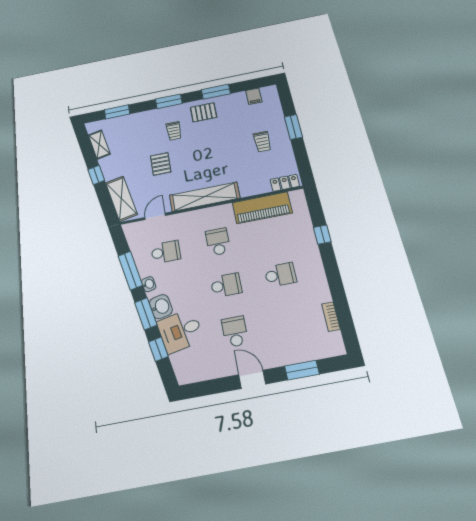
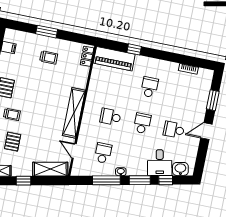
pallet: (161, 164) -> (13, 142), moved, turned 90
piano: (262, 208) -> (114, 59), moved, turned 90
washbasin: (161, 307) -> (180, 169), moved

